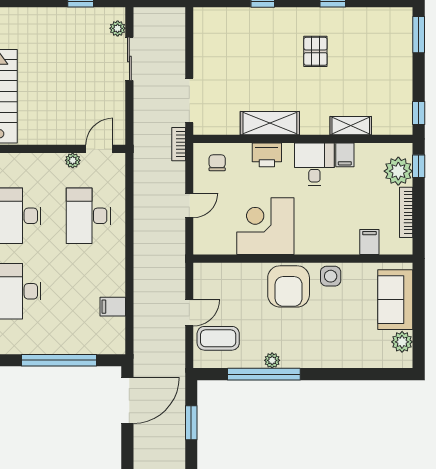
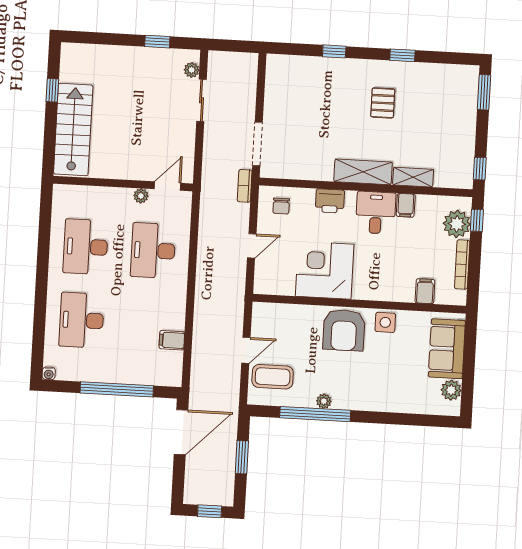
shelving: (270, 123) -> (363, 172), moved
chair: (217, 163) -> (281, 206), turned 180

